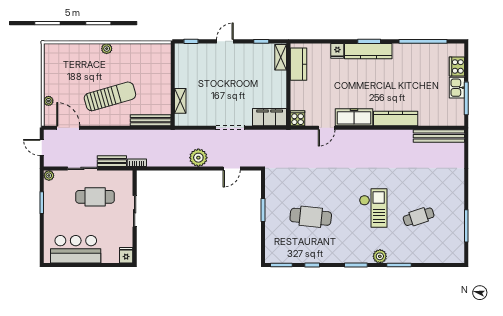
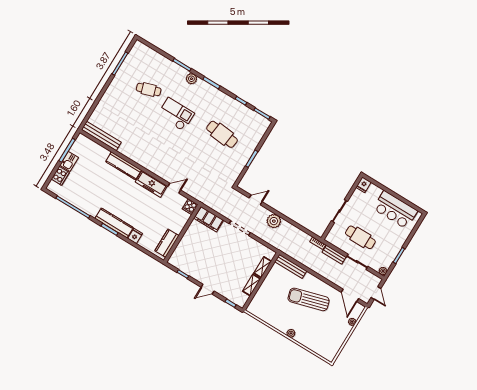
shelving: (281, 57) -> (252, 285), moved
checkout: (373, 208) -> (176, 114), turned 90

